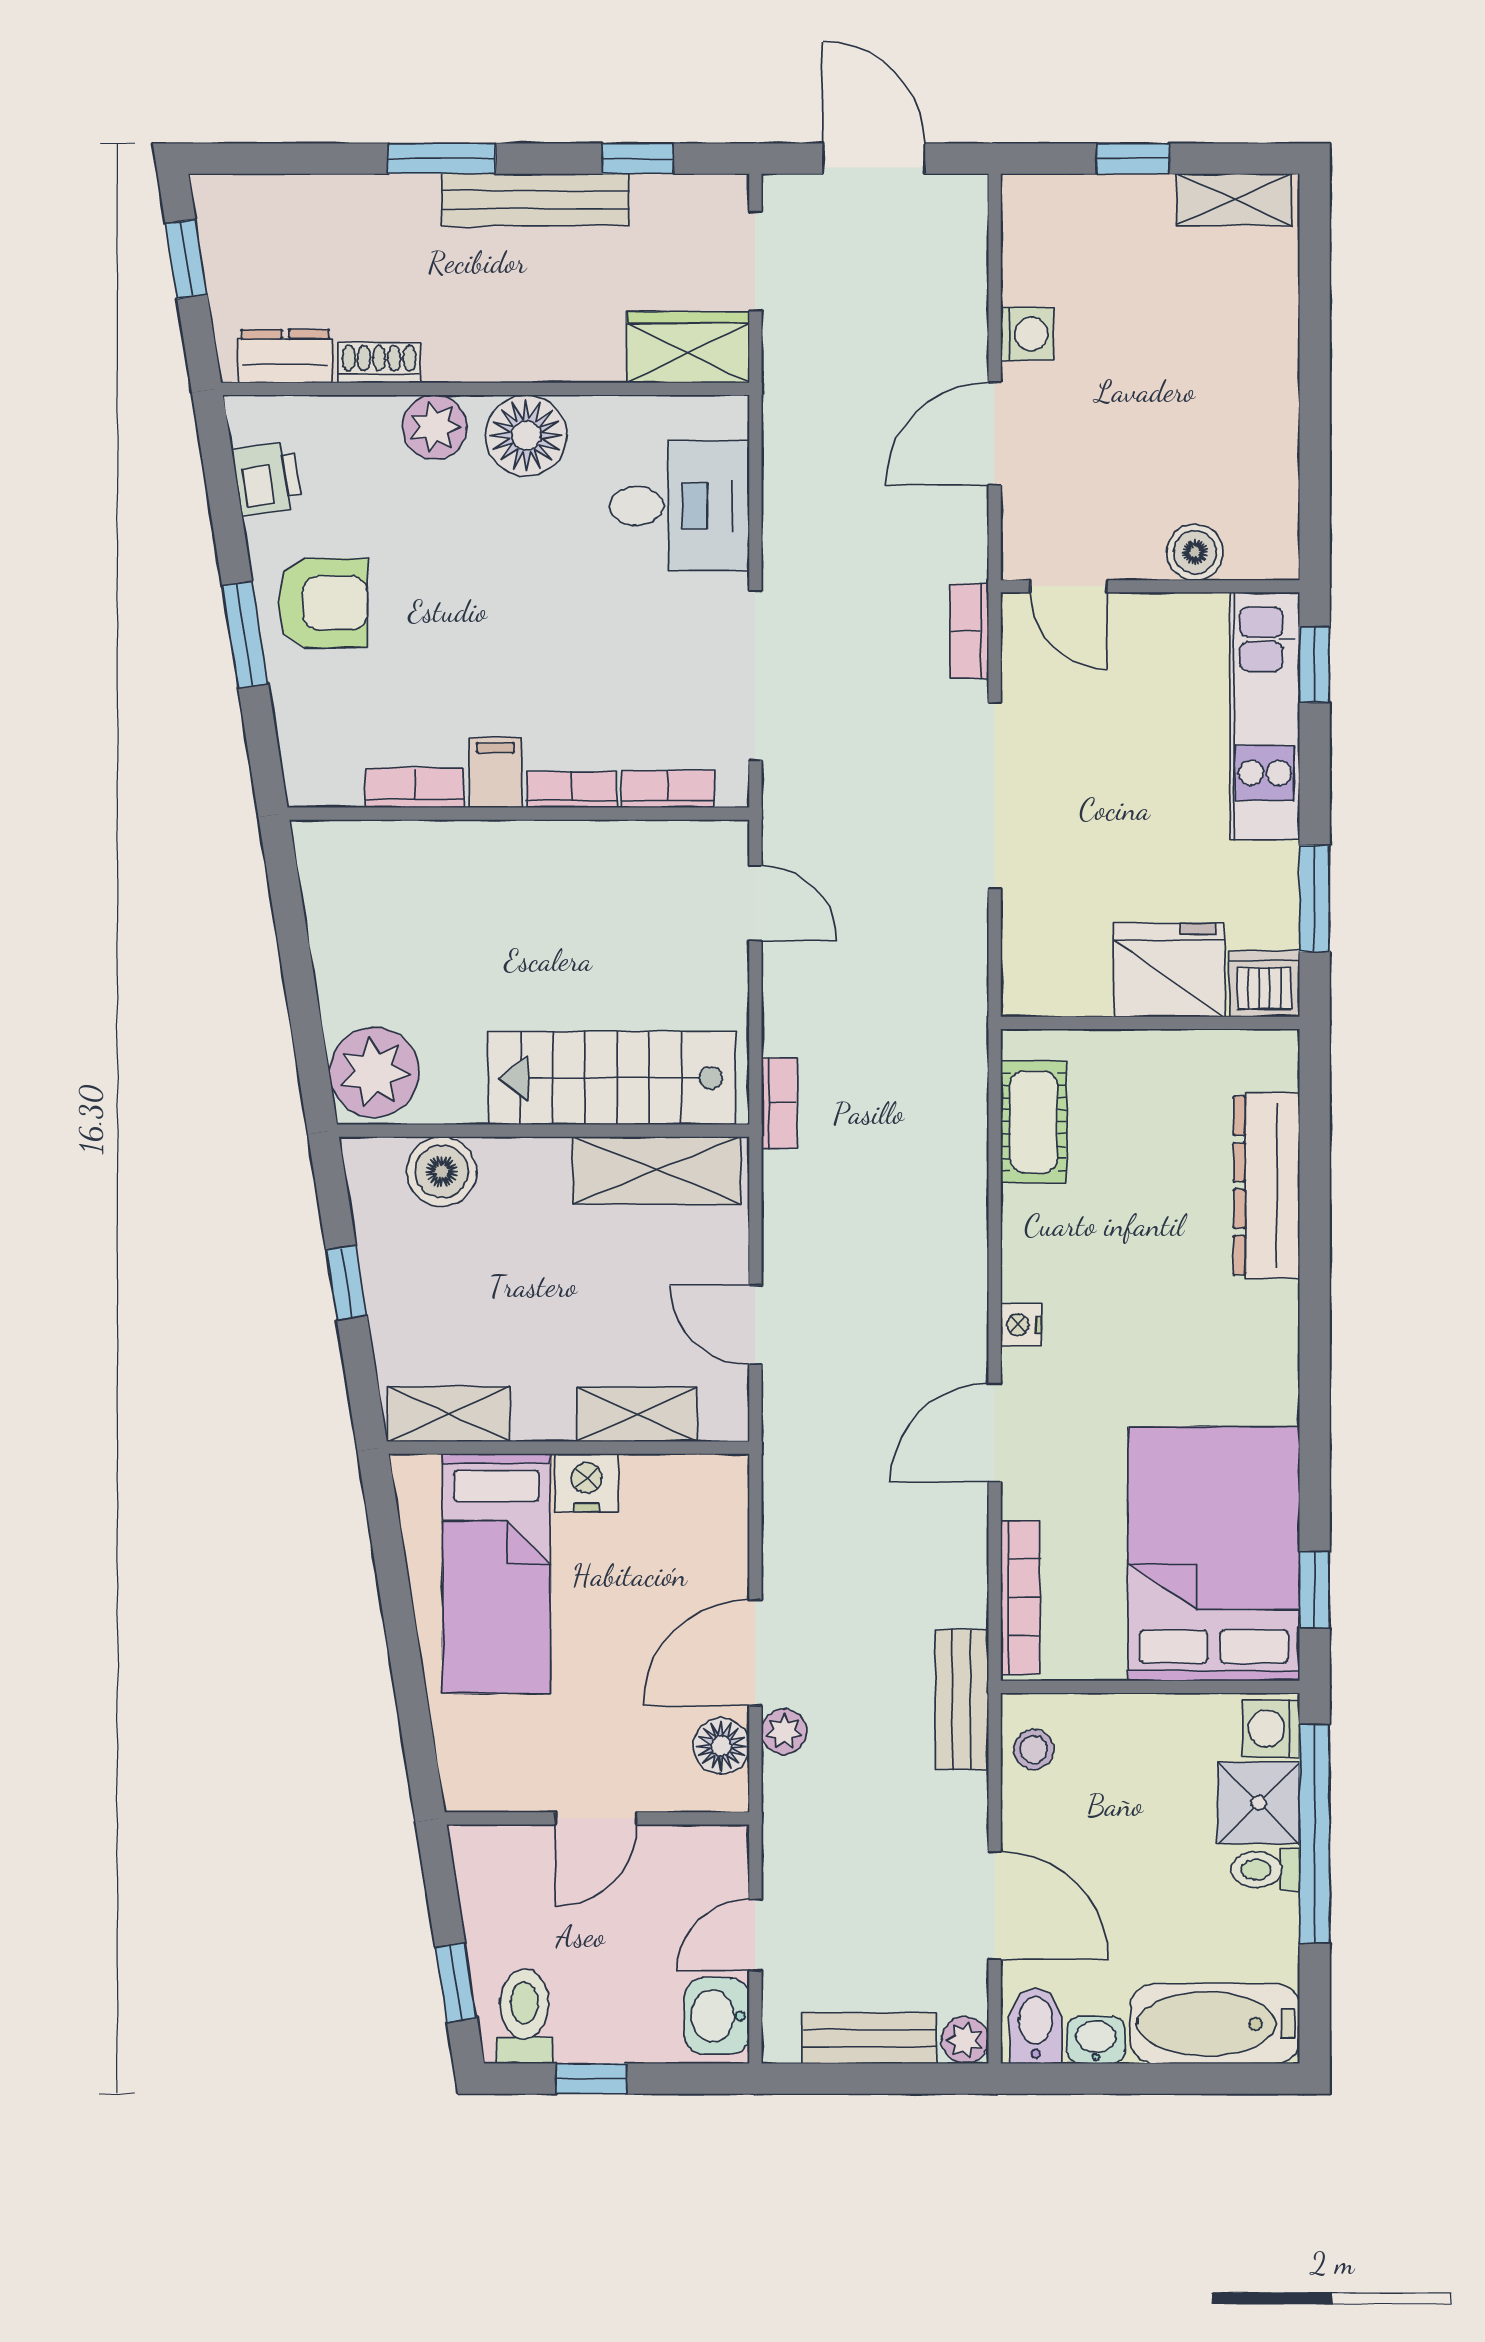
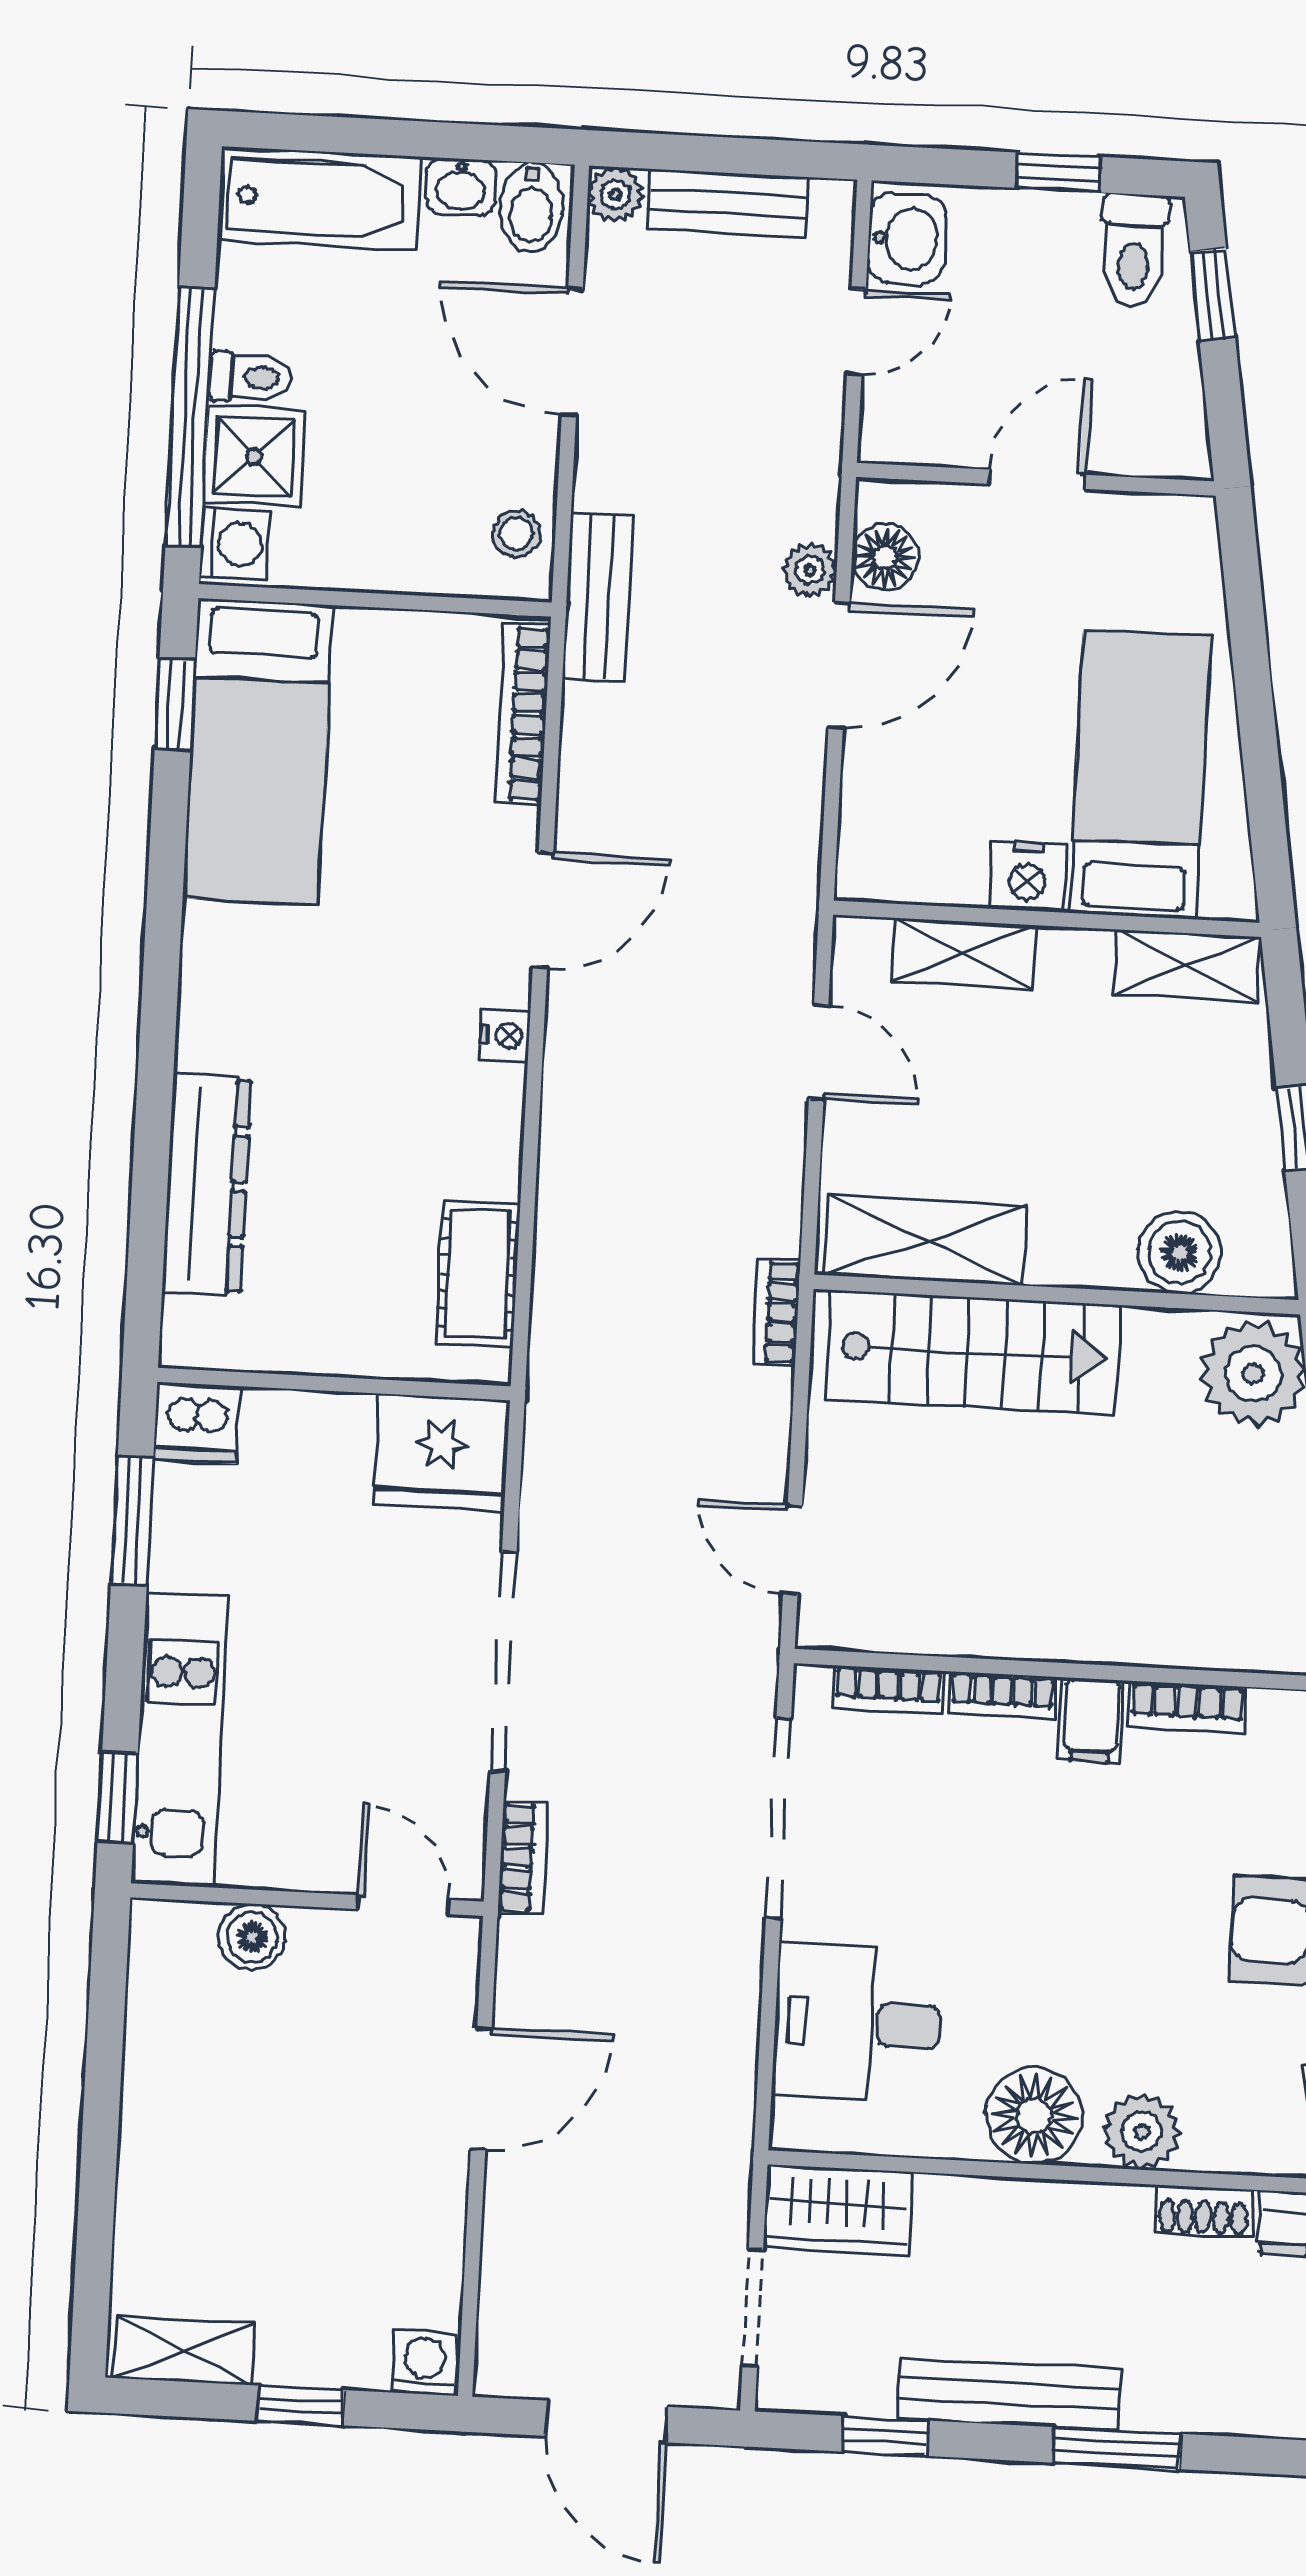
washing machine: (1027, 334) -> (425, 2363), moved, turned 90
fridge: (1169, 970) -> (441, 1452), moved
bed: (1214, 1554) -> (258, 752), width x0.67

